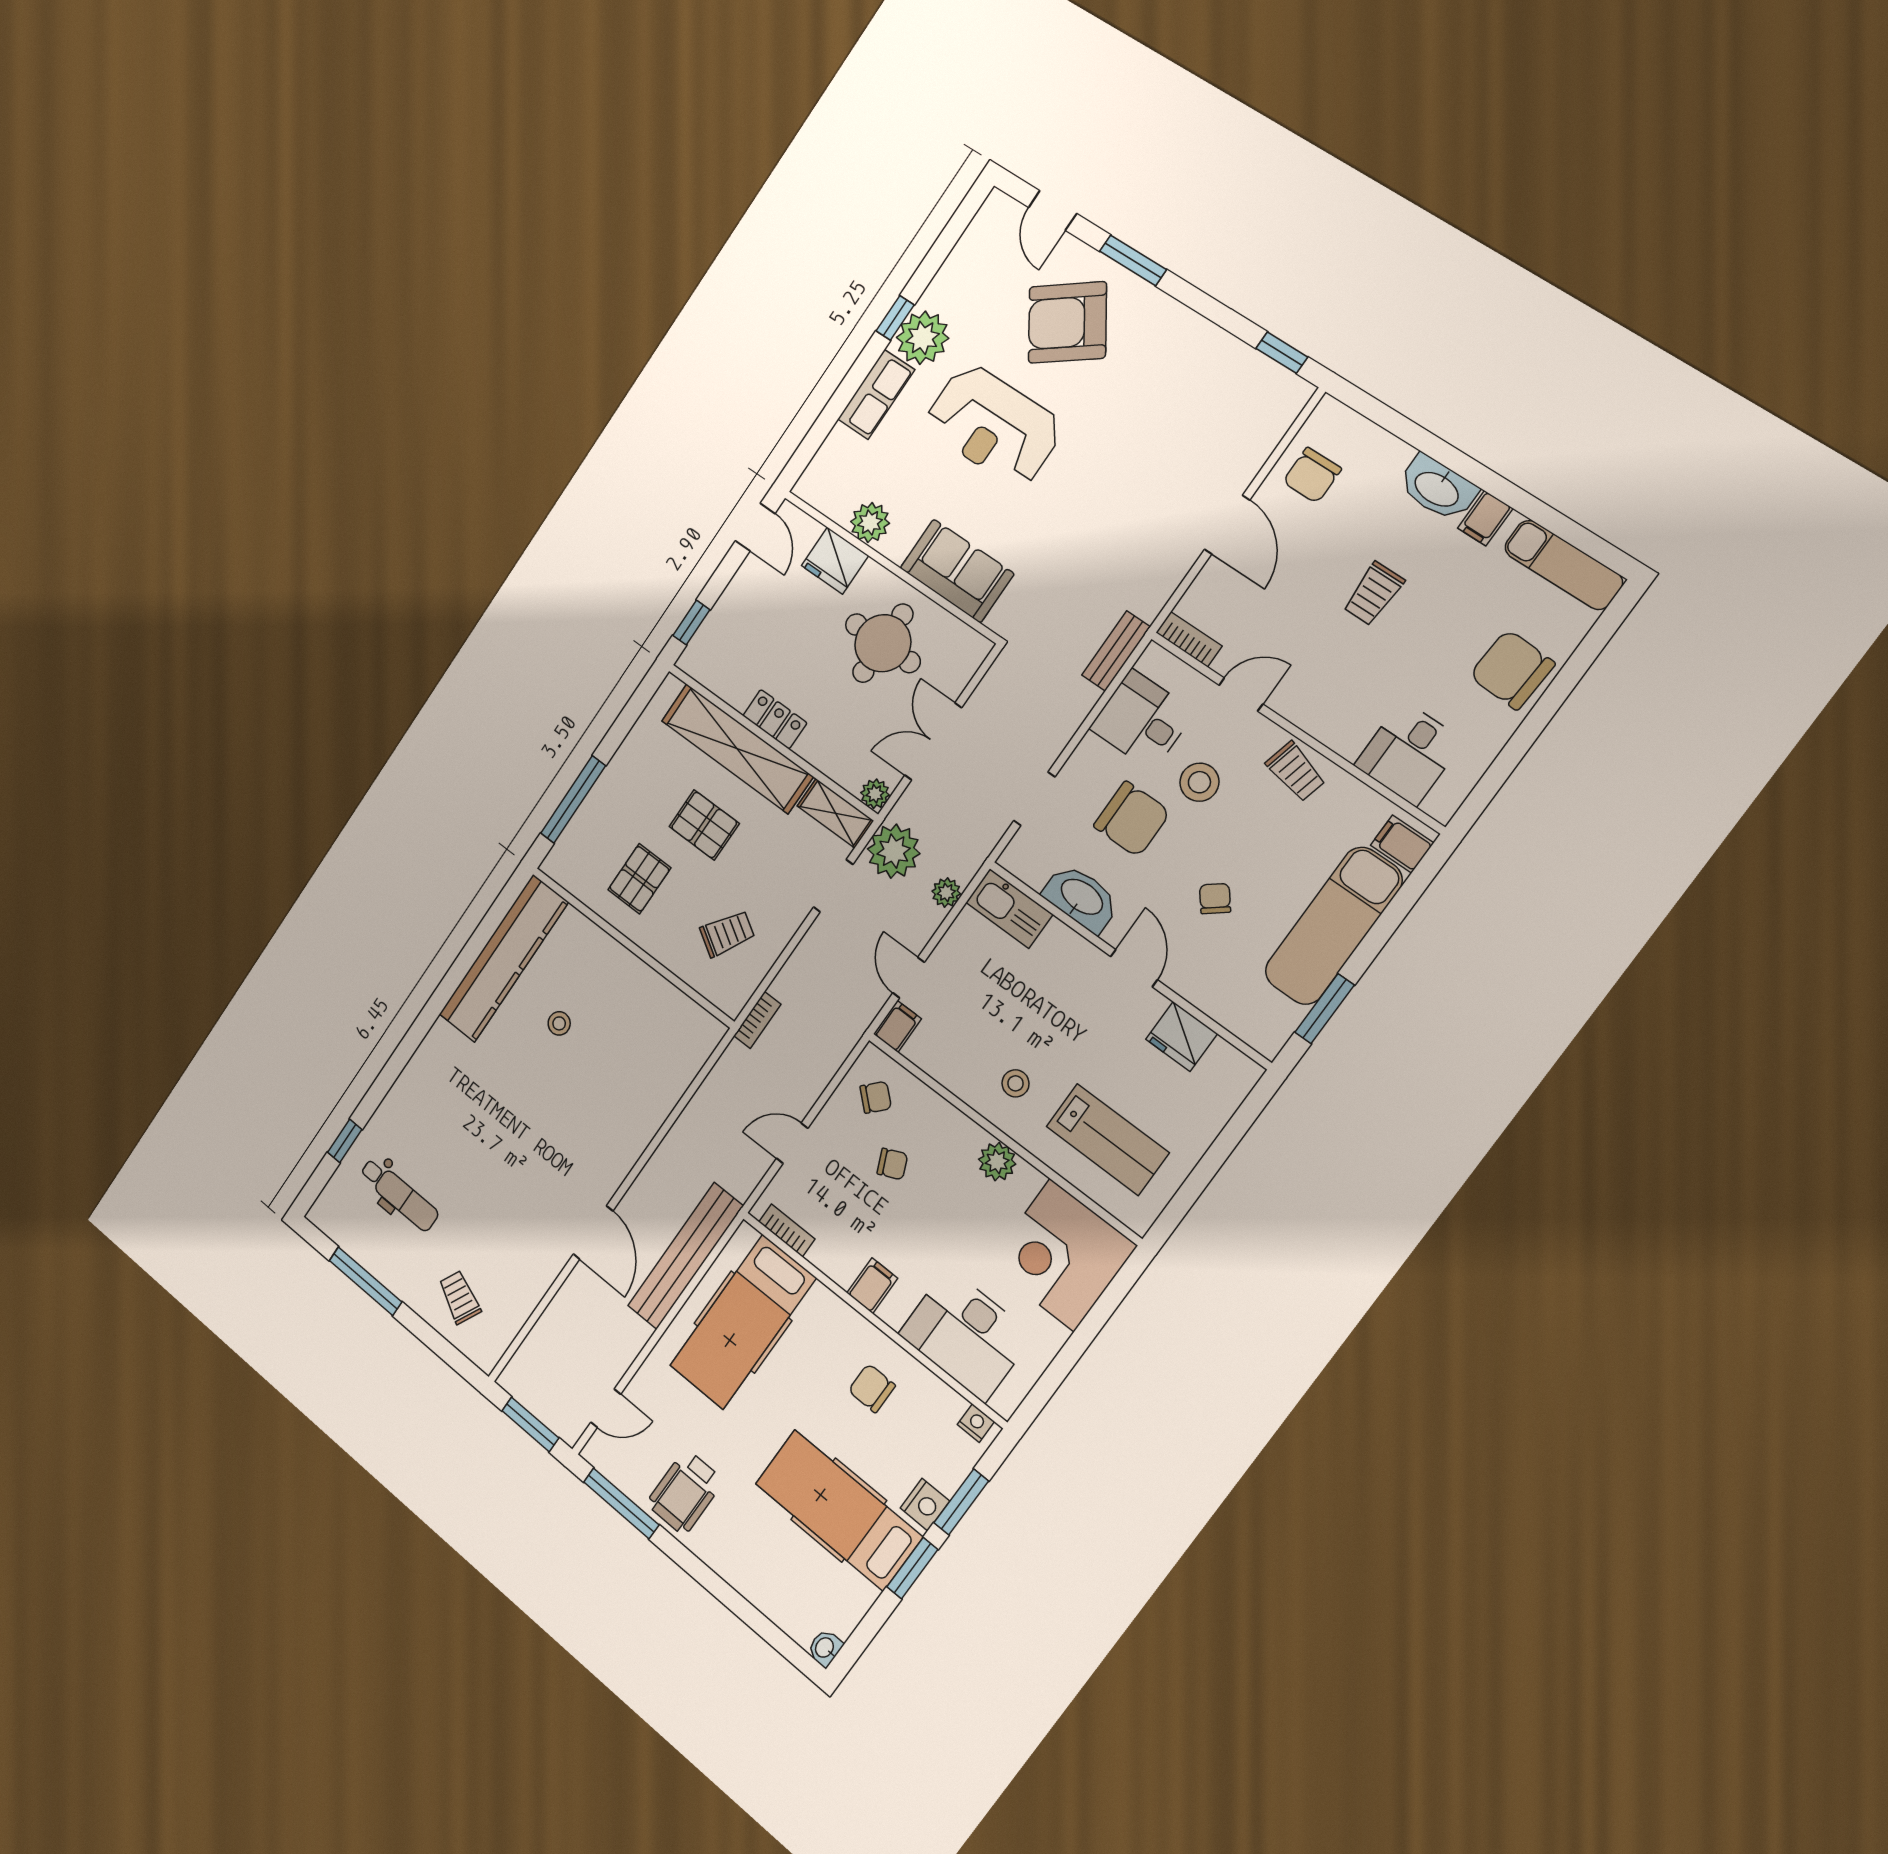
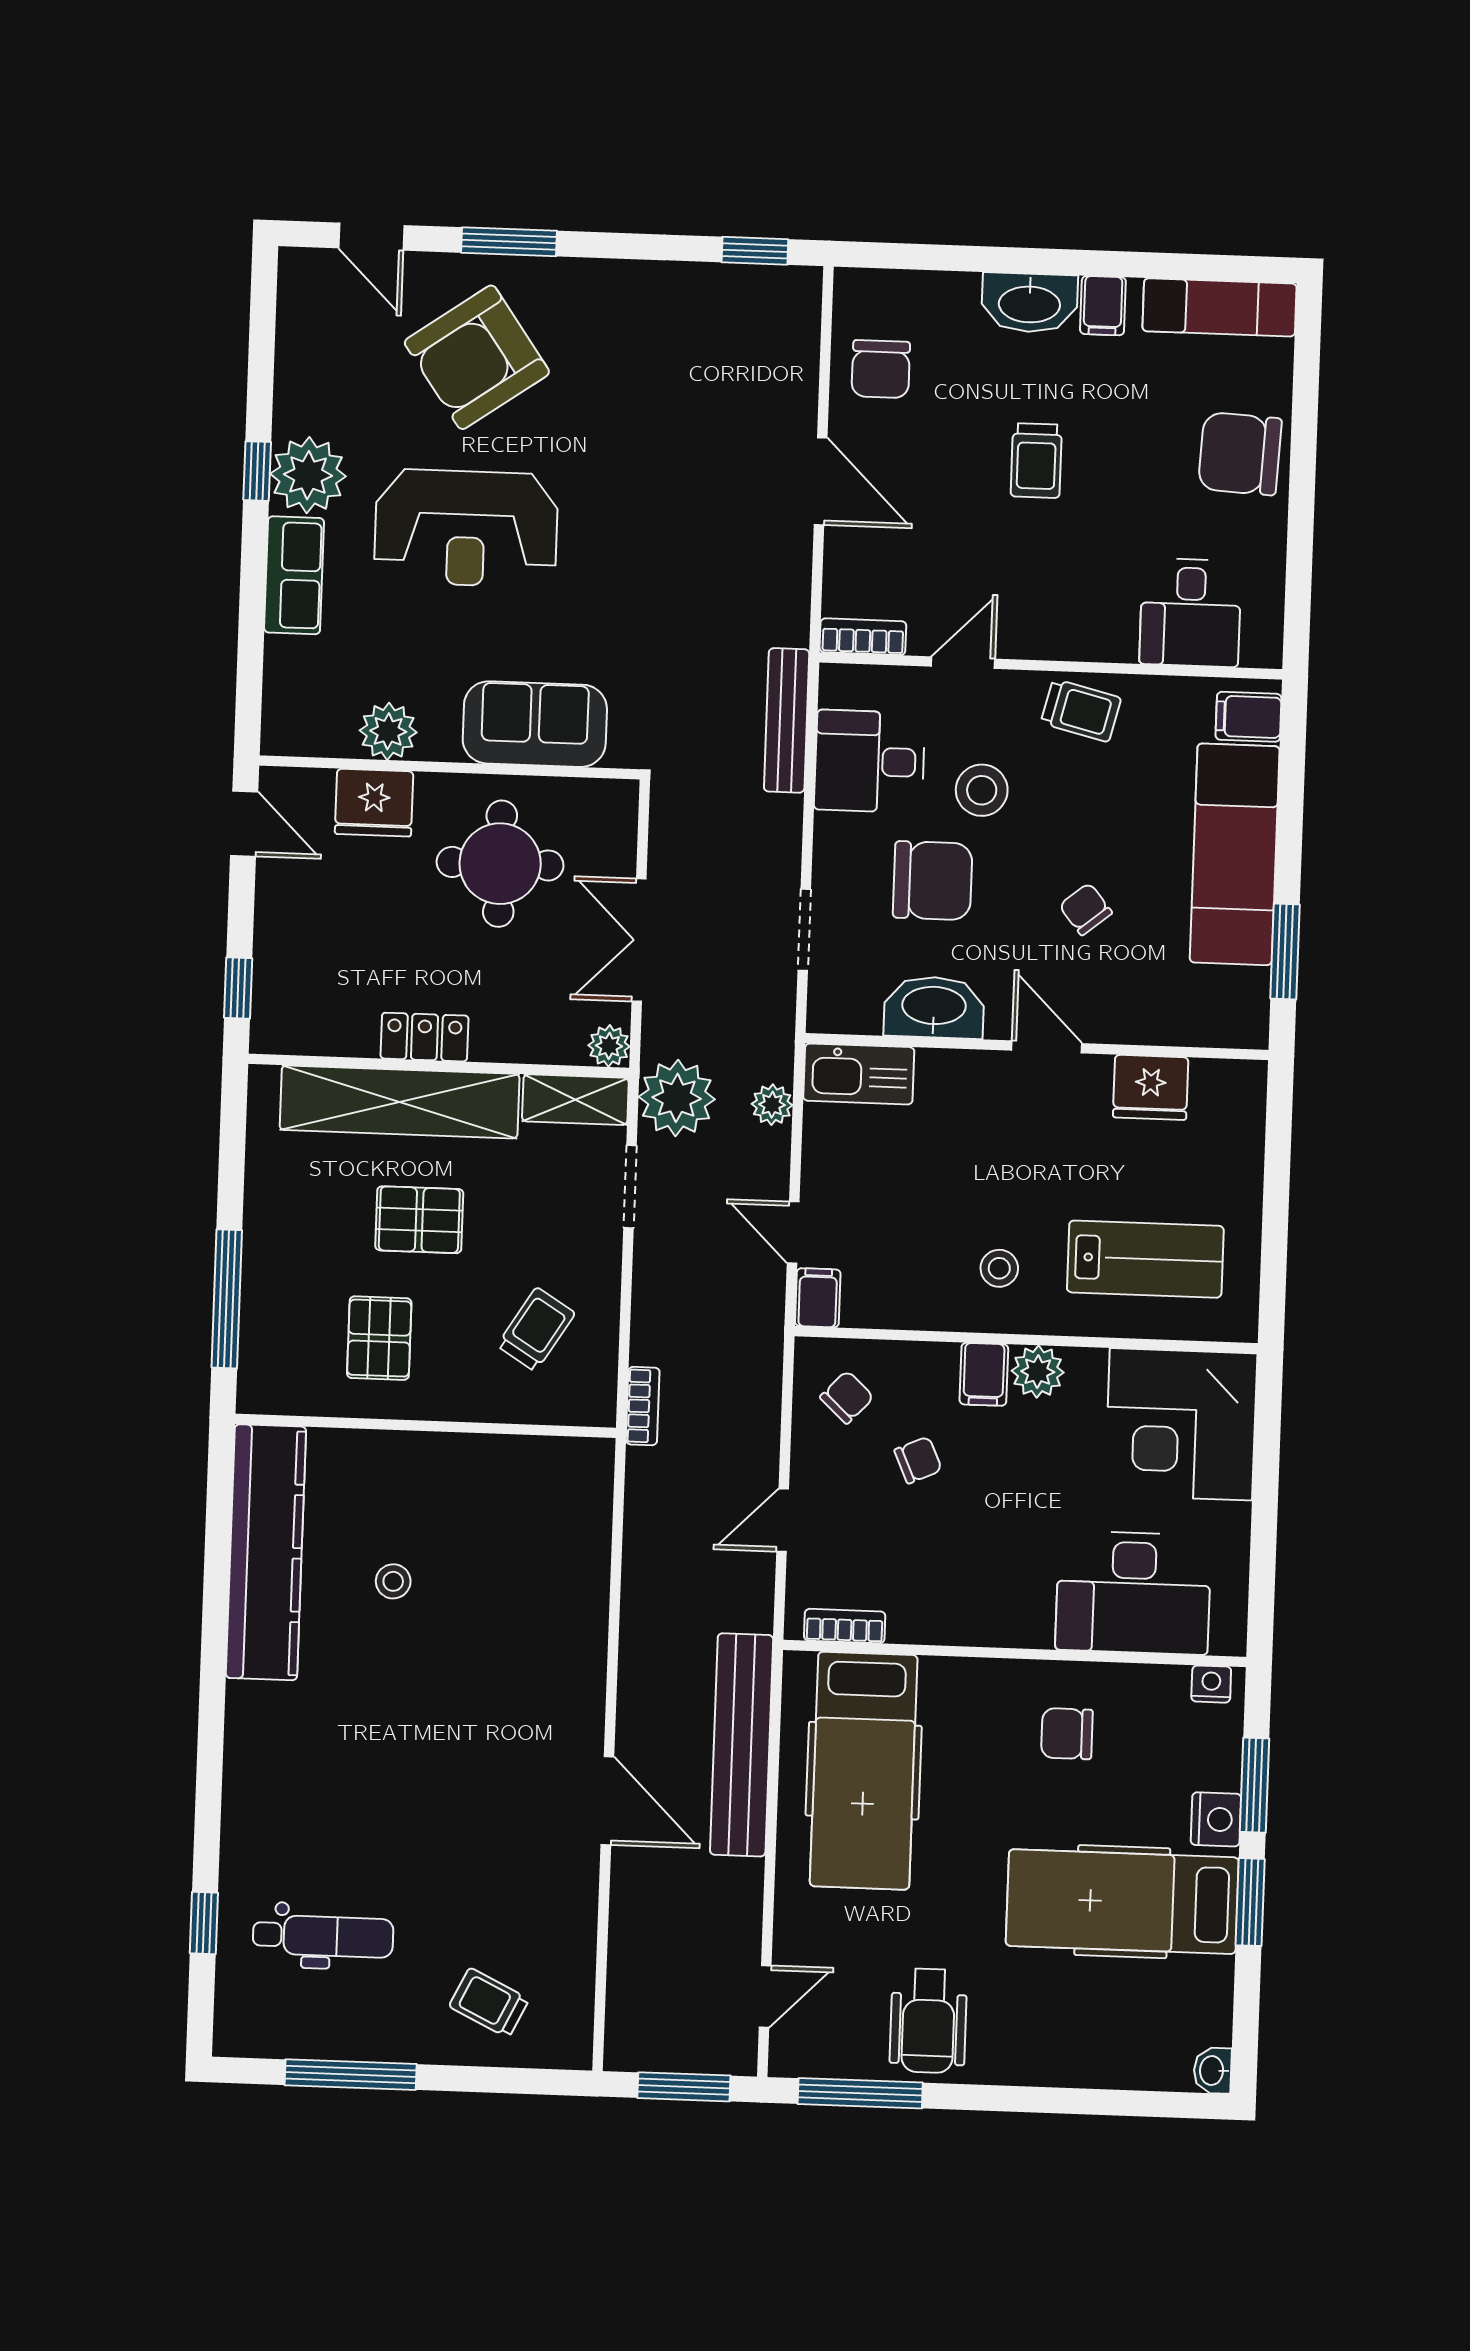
bench: (1116, 651) -> (787, 720), width x1.36
filing cabinet: (872, 1286) -> (984, 1374), moved, turned 180

